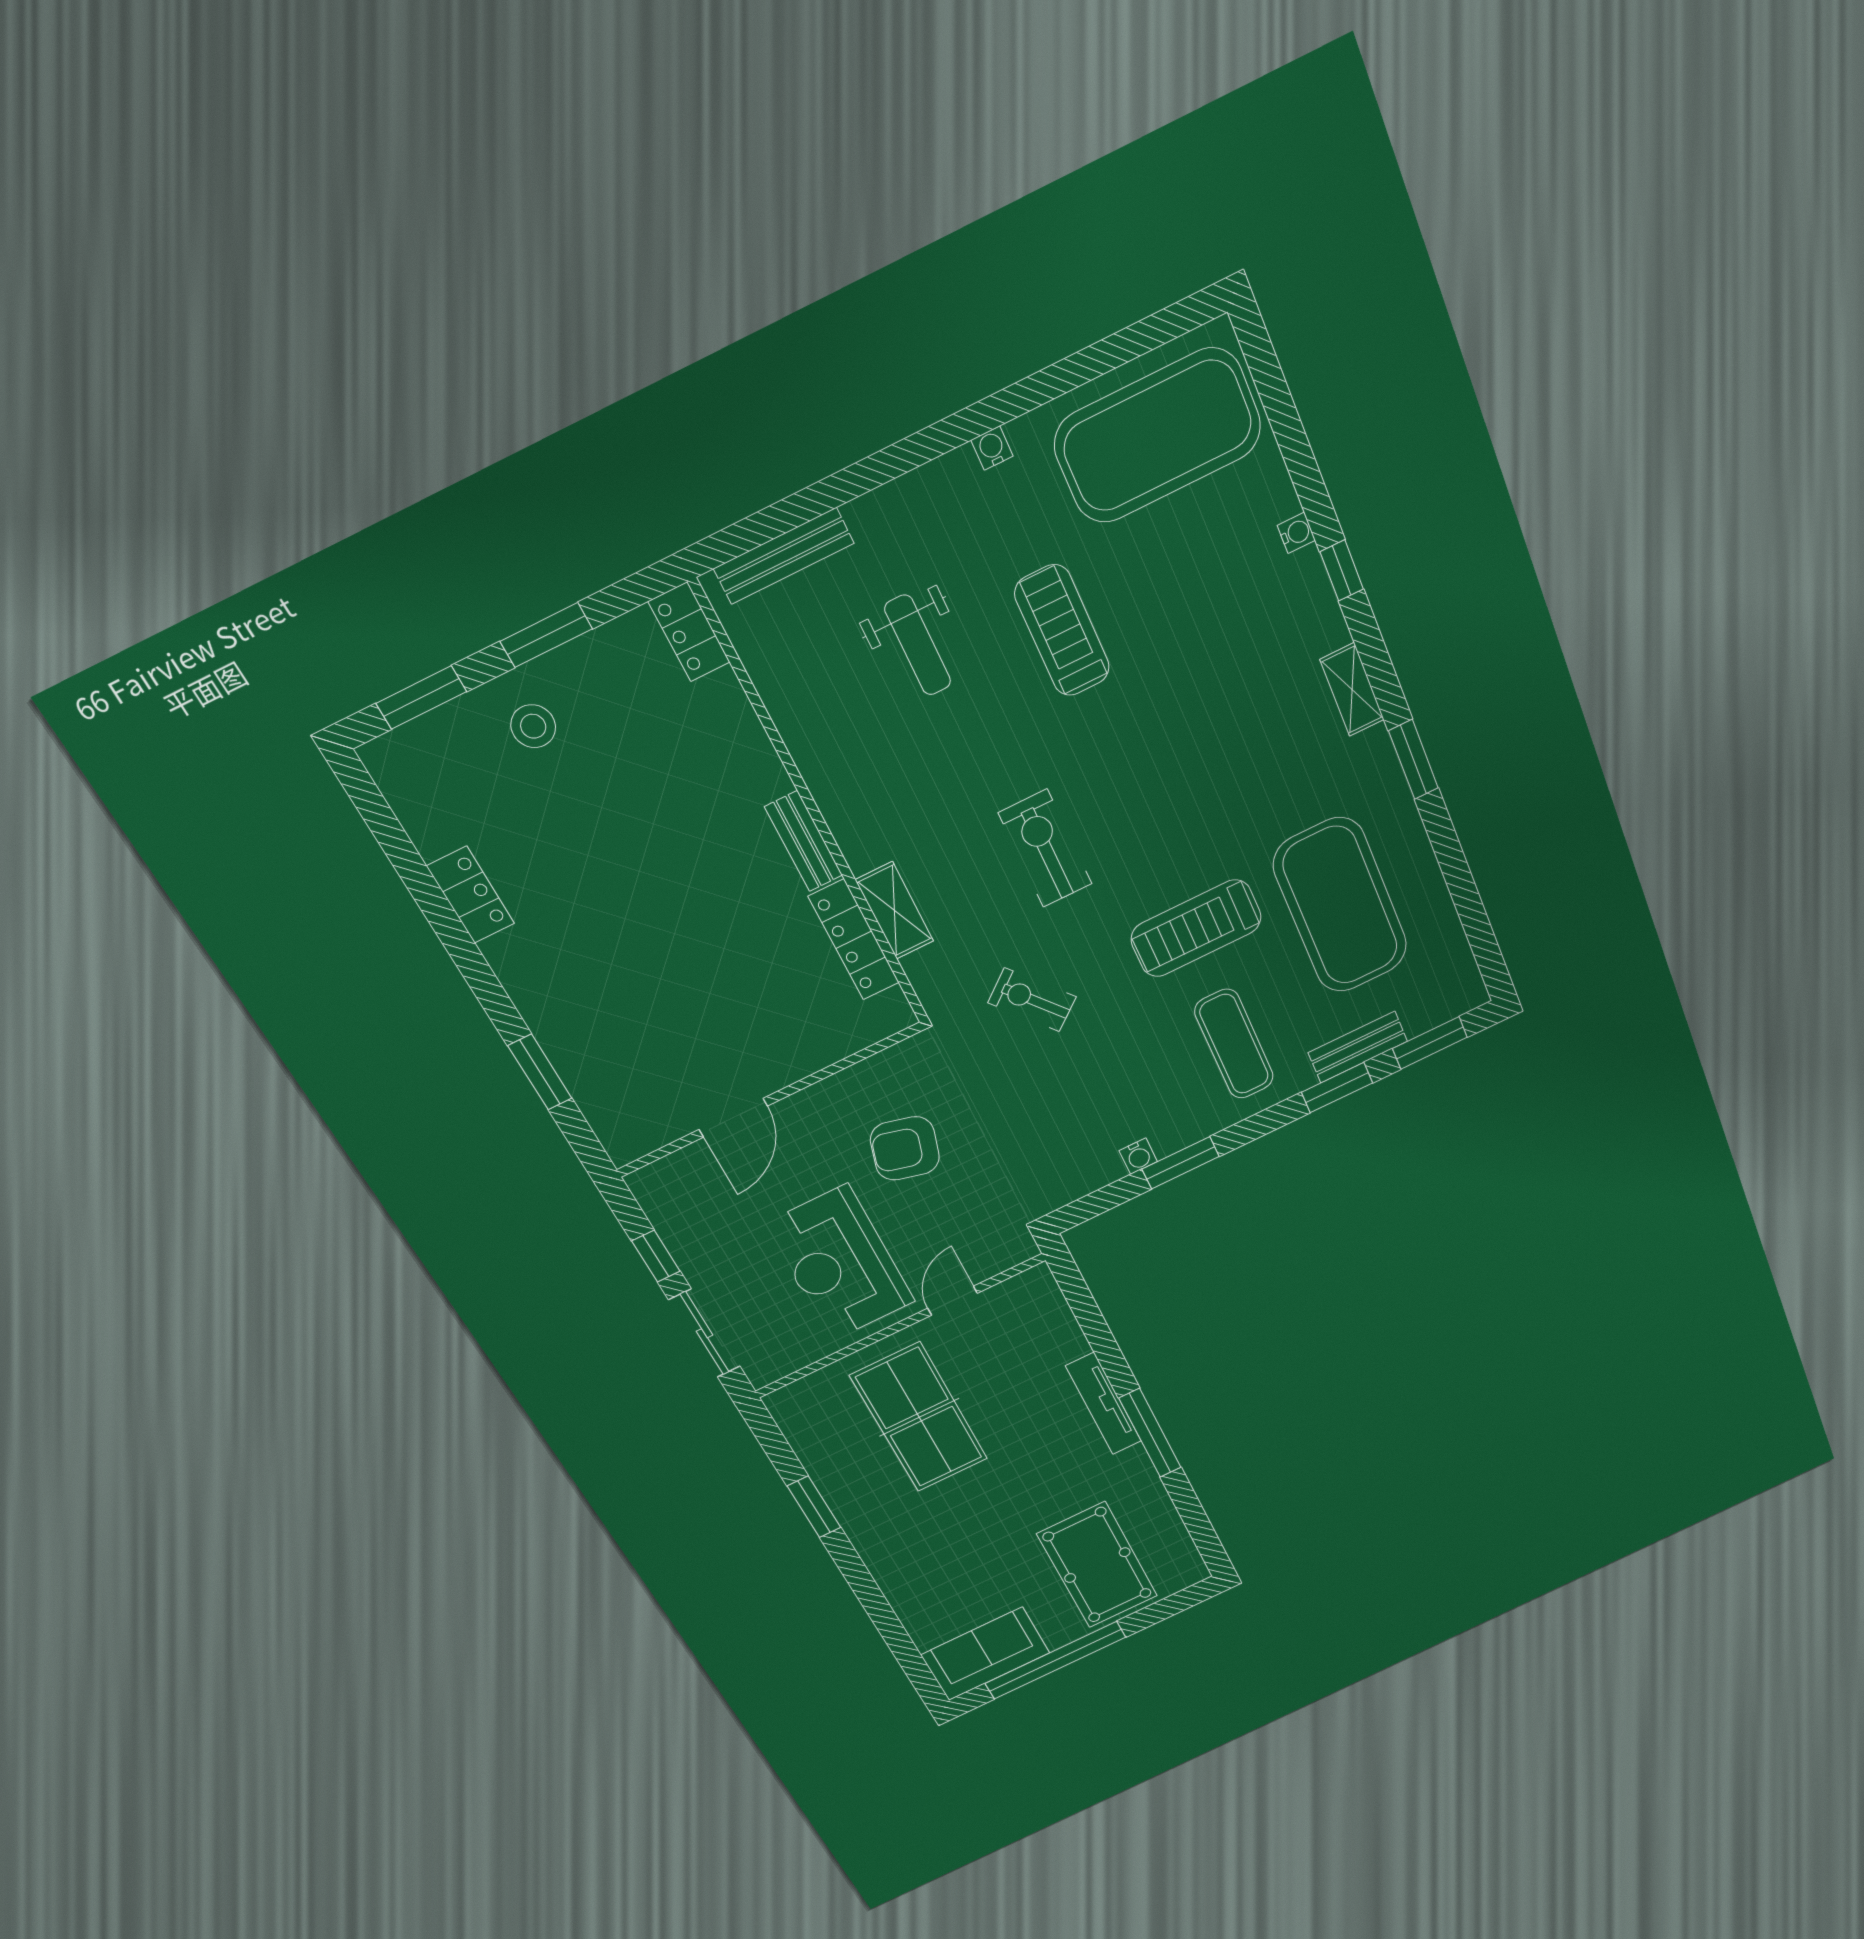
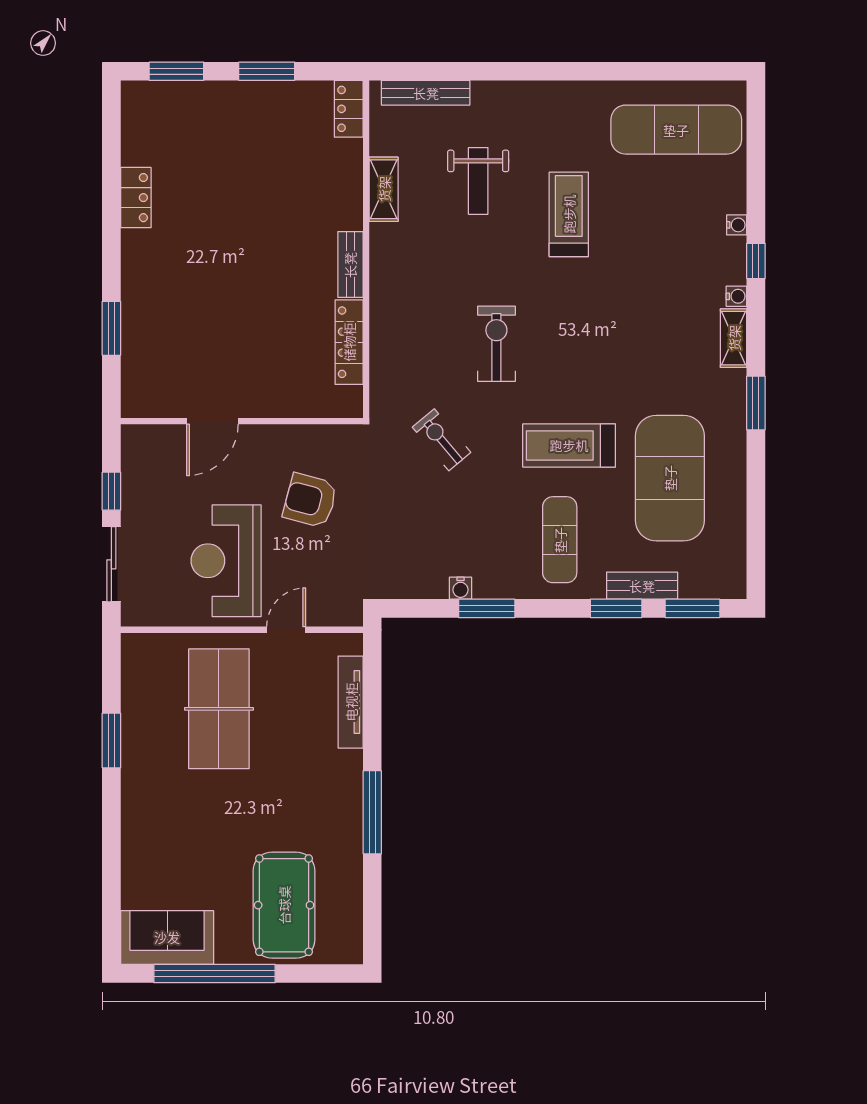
exercise mat: (1158, 436) -> (676, 130), width x0.68
water cooler: (992, 448) -> (736, 296), moved, turned 90
stool: (533, 726) -> (230, 118), removed
shelving: (895, 911) -> (384, 189), moved
tv unit: (1104, 1404) -> (351, 702), moved

